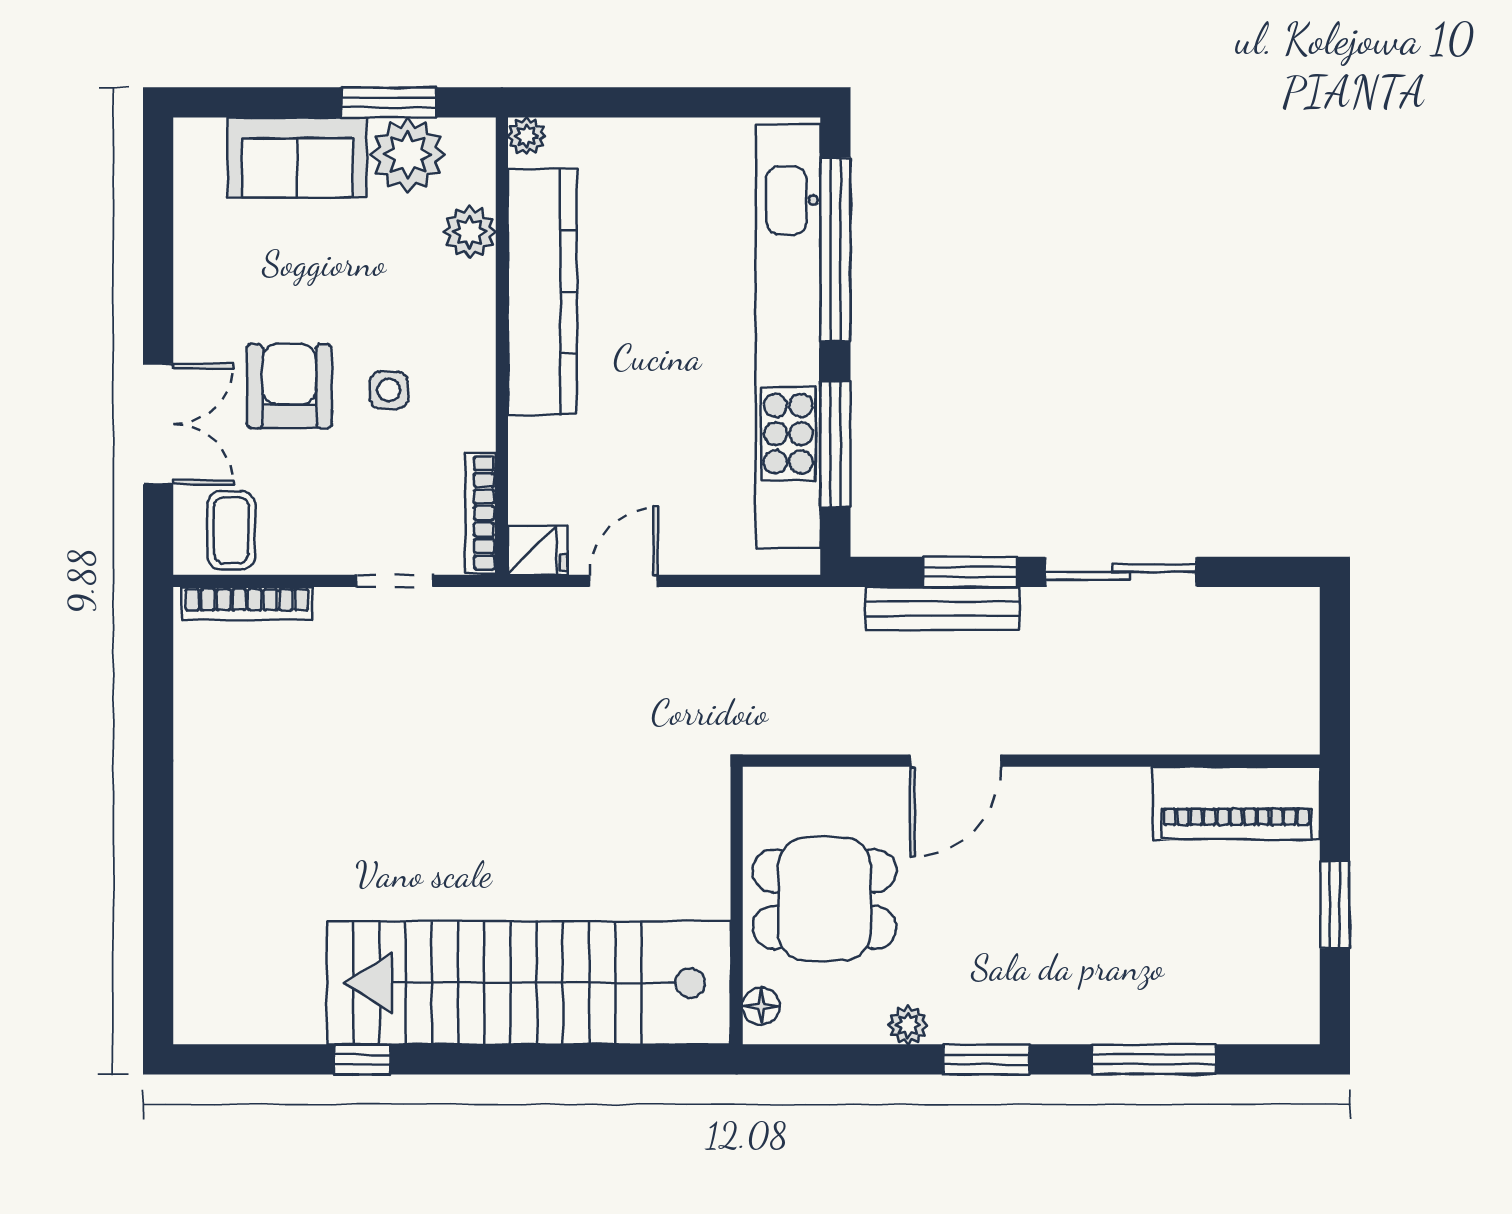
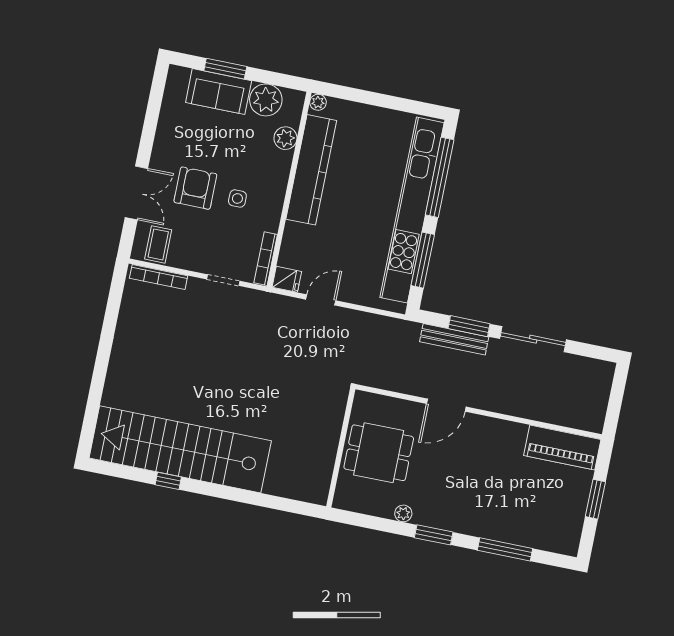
window: (389, 102) -> (225, 69), moved
stairs: (529, 983) -> (180, 449), moved
floor lamp: (761, 1006) -> (343, 493), removed

